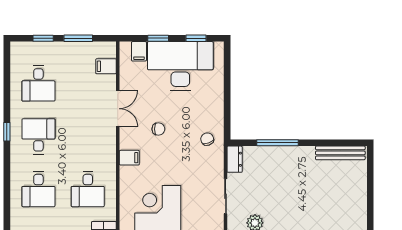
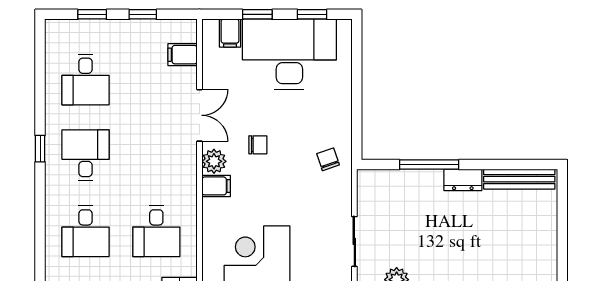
window: (78, 38) -> (143, 14), width x0.67
plant: (128, 140) -> (214, 161), added
dresser: (235, 159) -> (463, 180), moved, turned 90

